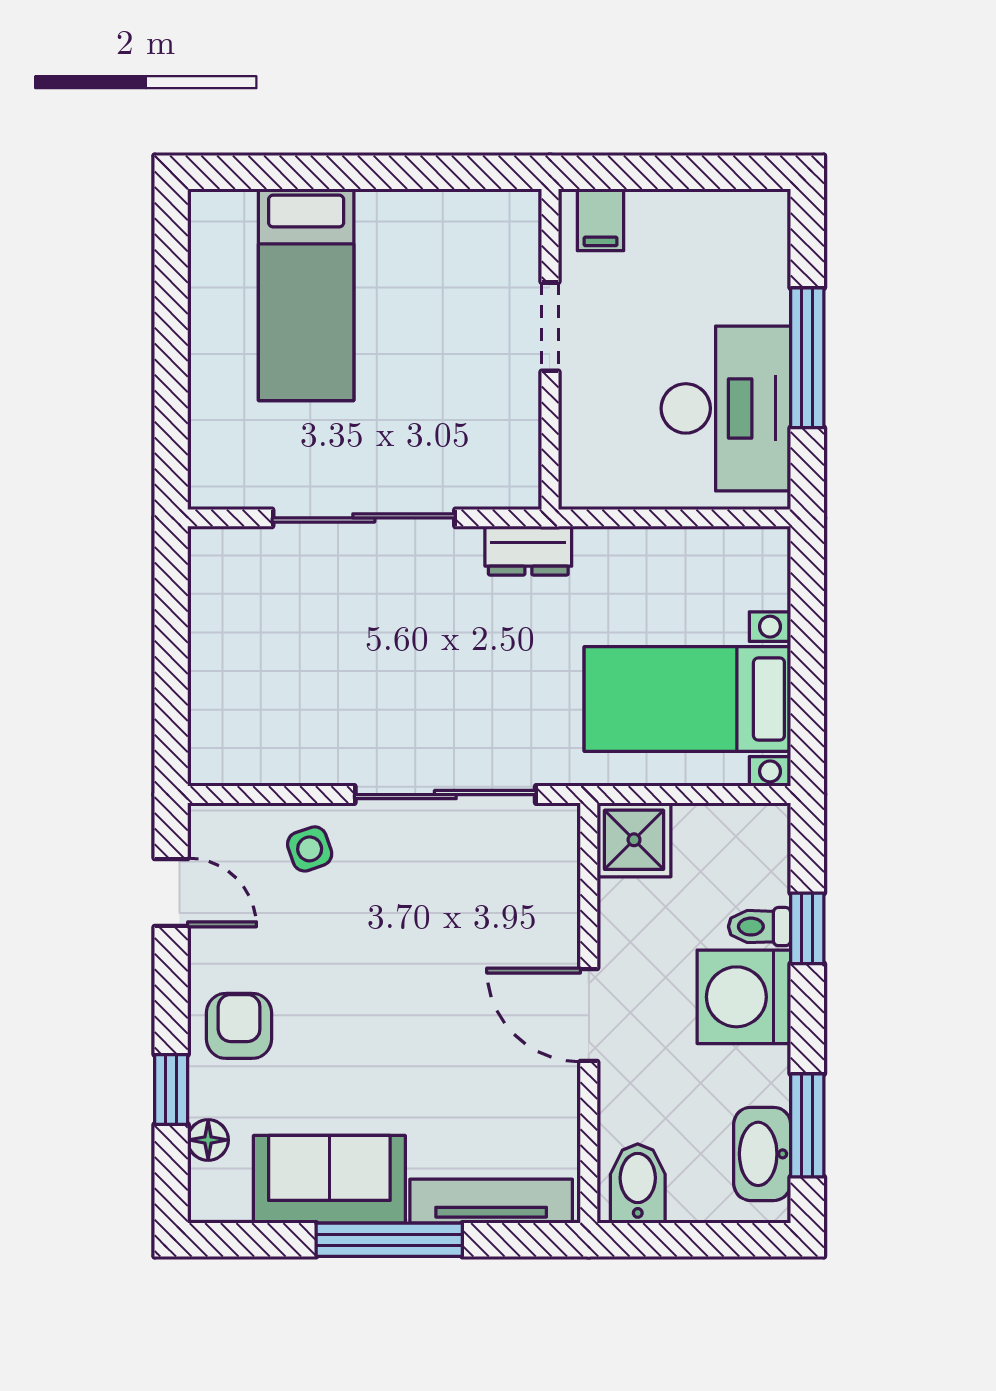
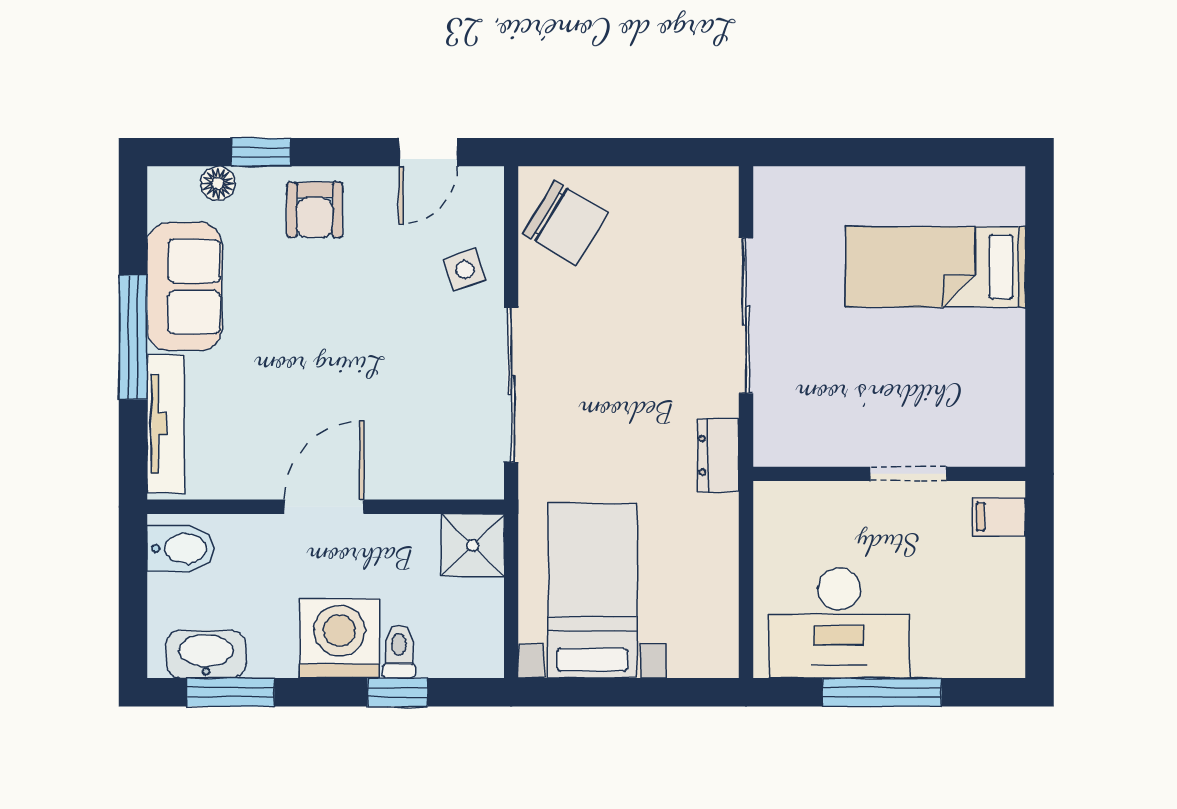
chair: (255, 731) -> (565, 223), added
armchair: (239, 1026) -> (315, 210), turned 90

